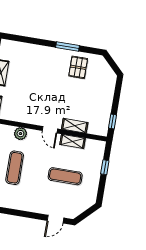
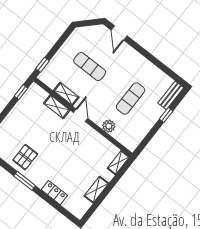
locker: (36, 50) -> (54, 193), added
window: (105, 167) -> (43, 65), moved
door: (55, 219) -> (119, 33), swing flipped

